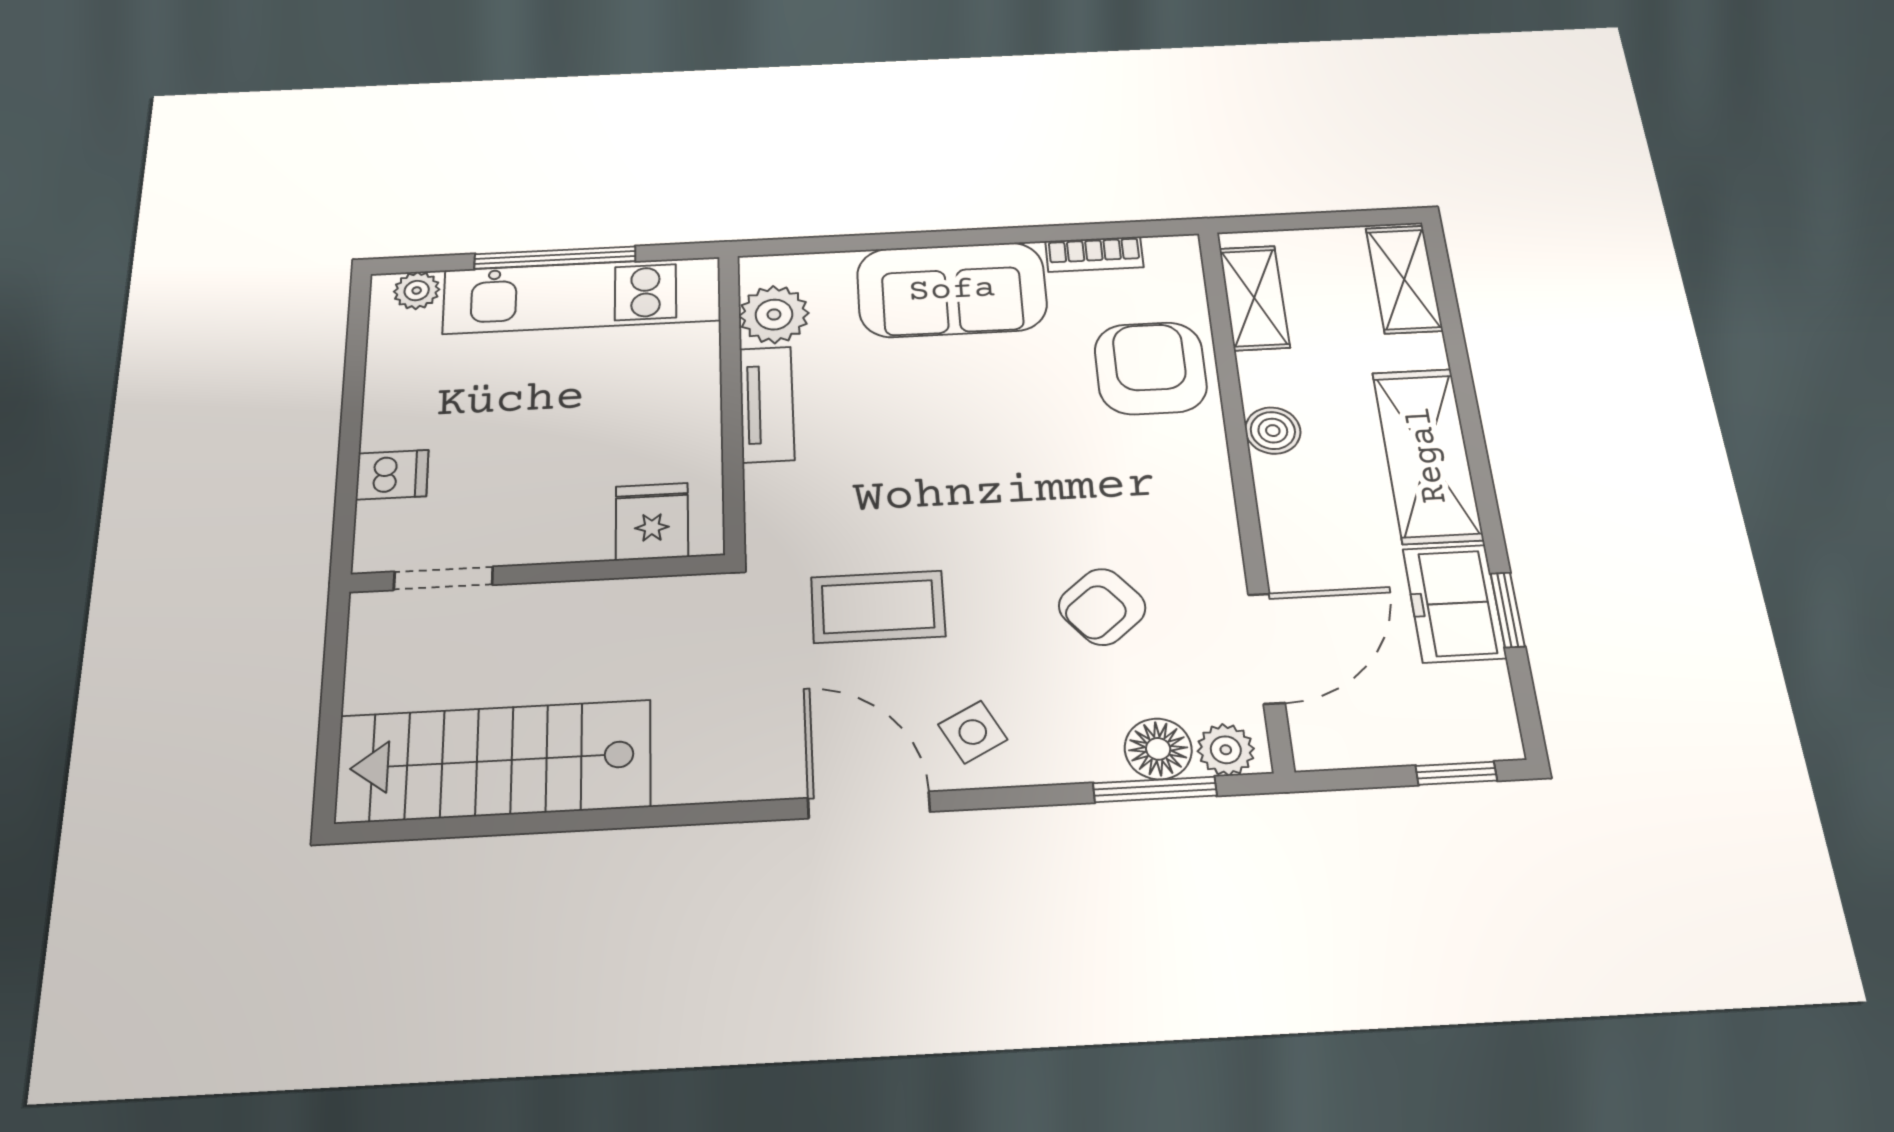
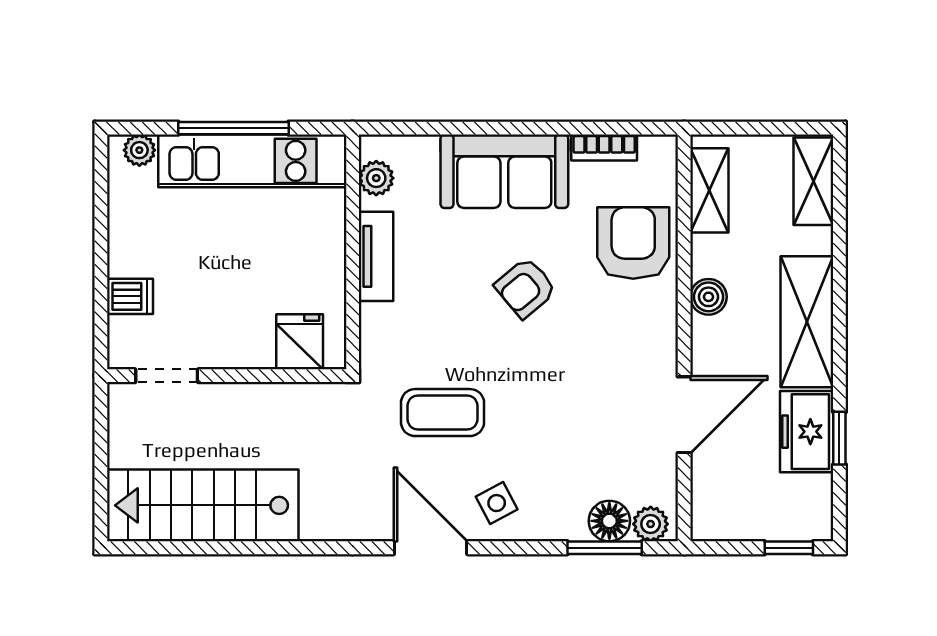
plant: (774, 315) -> (376, 178), width x0.73, depth x0.73
armchair: (1102, 607) -> (526, 288), moved
door: (1266, 648) -> (684, 415), moved

